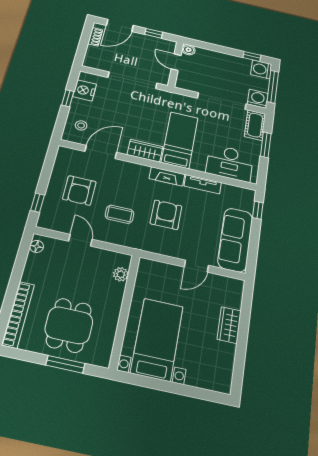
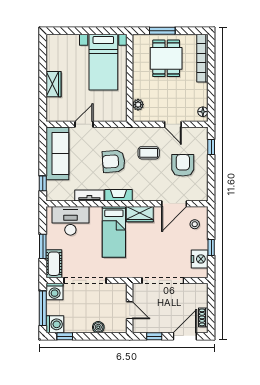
boiler: (189, 50) -> (98, 327), moved
armchair: (166, 215) -> (114, 161), turned 86

